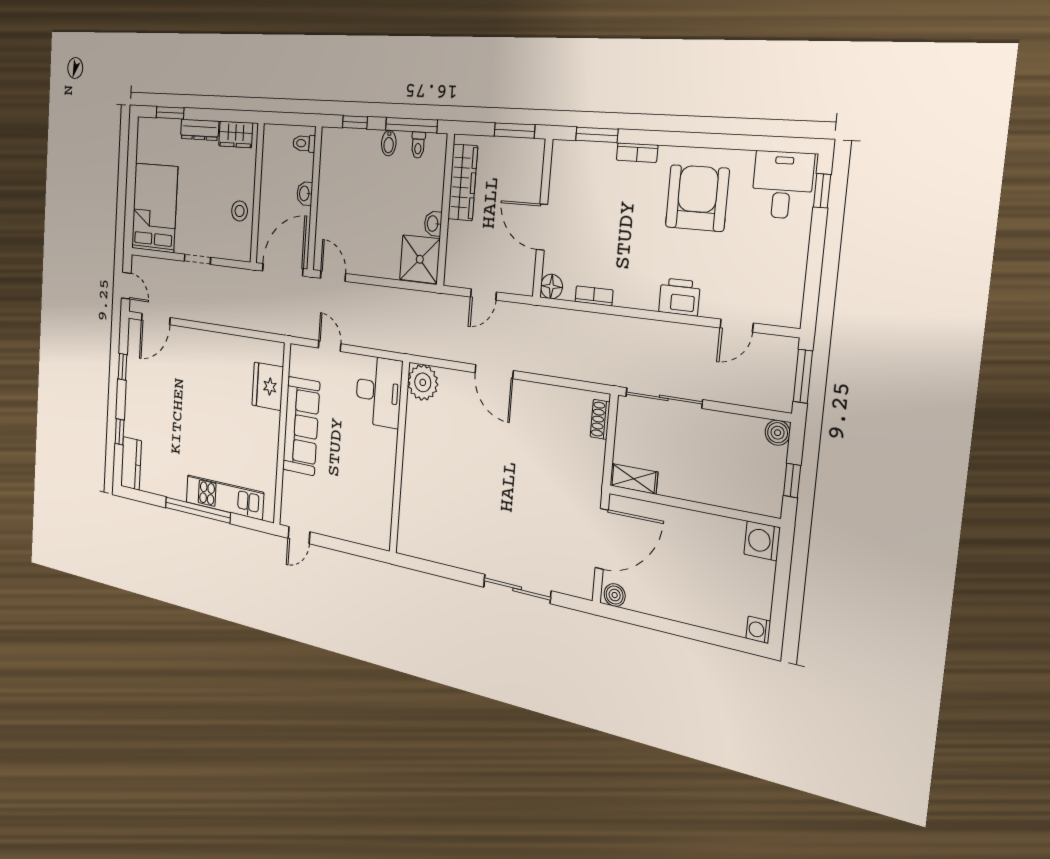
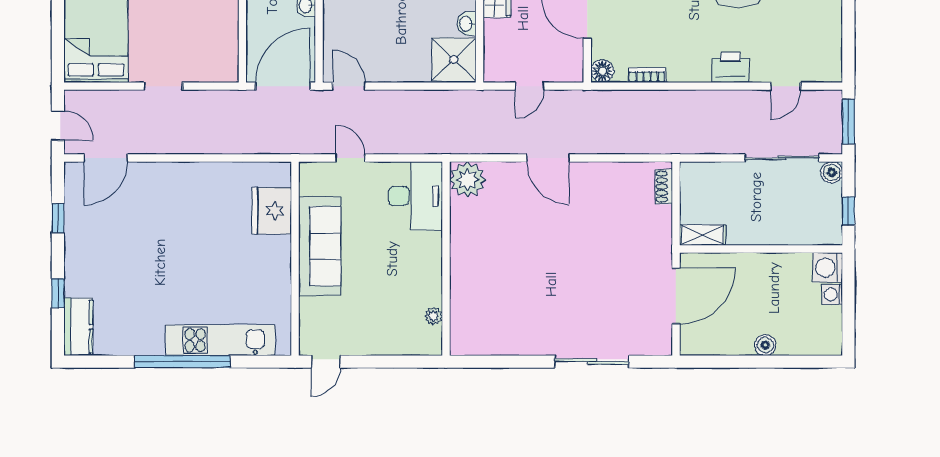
stool: (240, 211) -> (219, 30), removed
sliding door: (664, 398) -> (782, 158), moved
plant: (385, 512) -> (433, 316), added
boiler: (615, 595) -> (765, 345), moved
washing machine: (758, 630) -> (832, 294), moved

